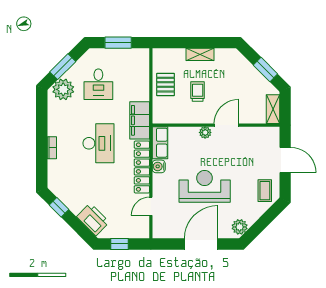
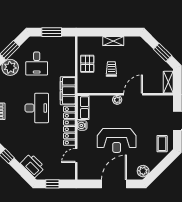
reception desk: (205, 186) -> (117, 140), turned 180

